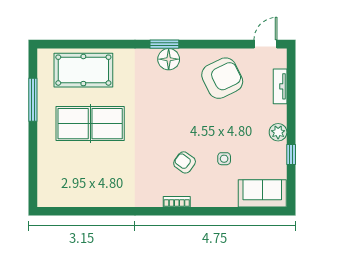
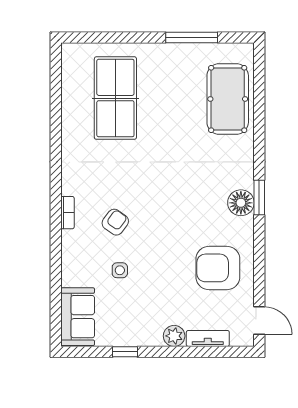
armchair: (222, 78) -> (218, 268), turned 116
table tennis table: (90, 124) -> (115, 98), moved
plant: (278, 132) -> (174, 336), moved

